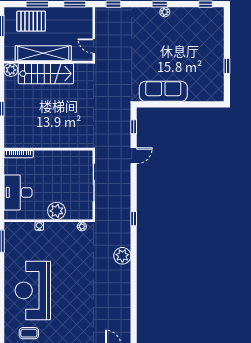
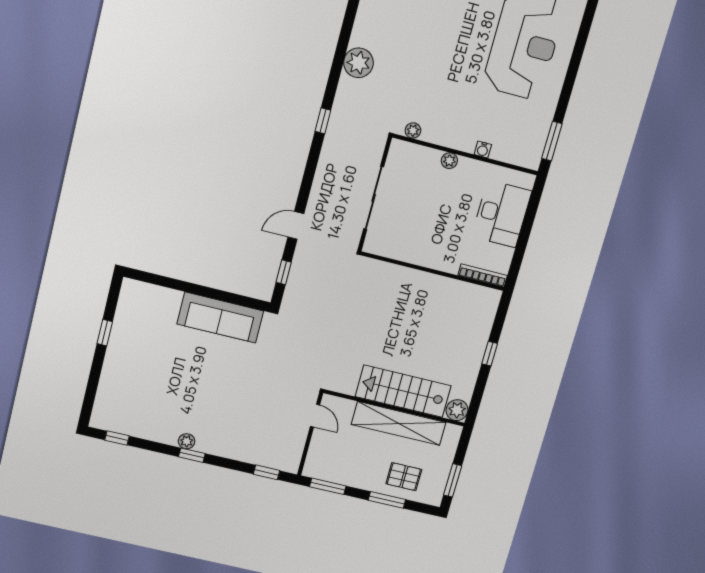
pallet: (31, 21) -> (404, 477), width x0.67, depth x0.71
plant: (56, 211) -> (449, 161), width x0.53, depth x0.53

